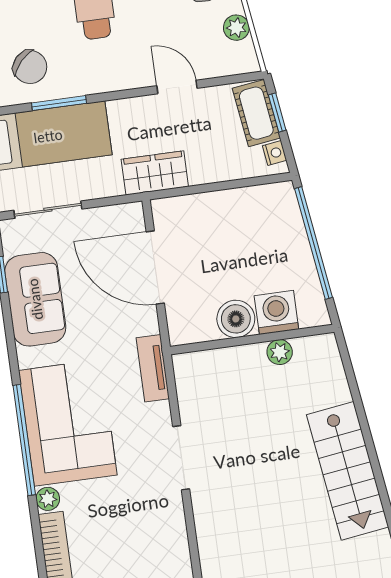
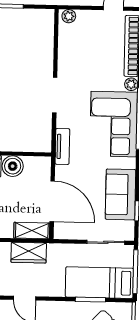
wardrobe: (155, 173) -> (29, 253), moved
shelving: (183, 209) -> (32, 231), added

